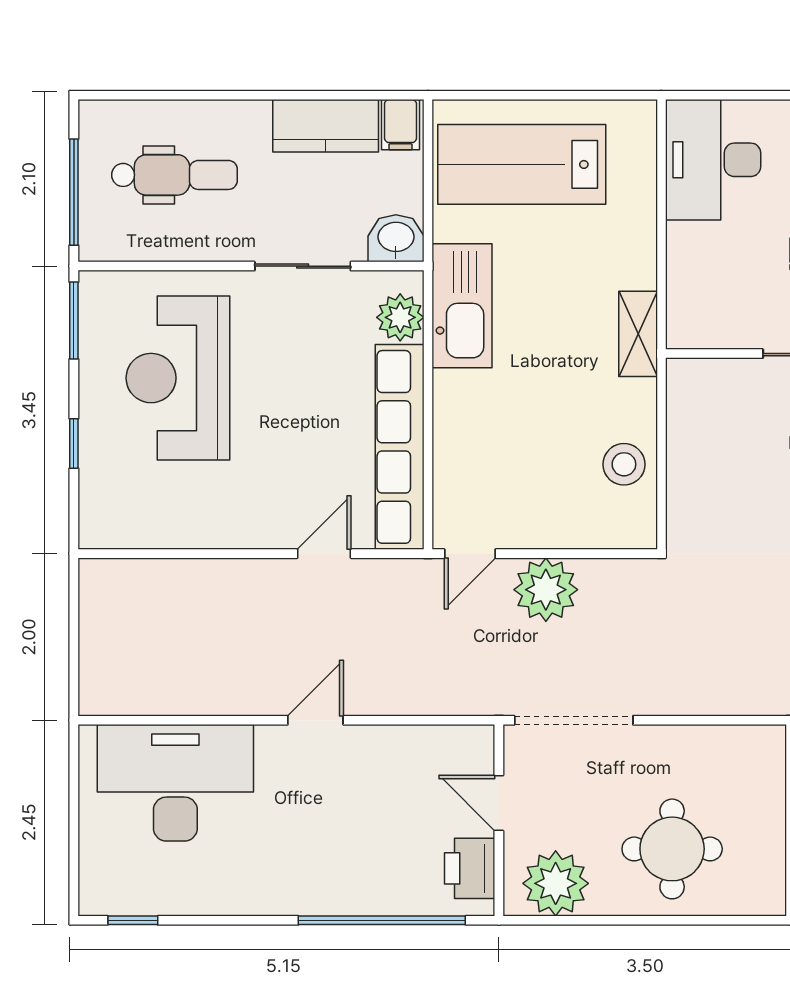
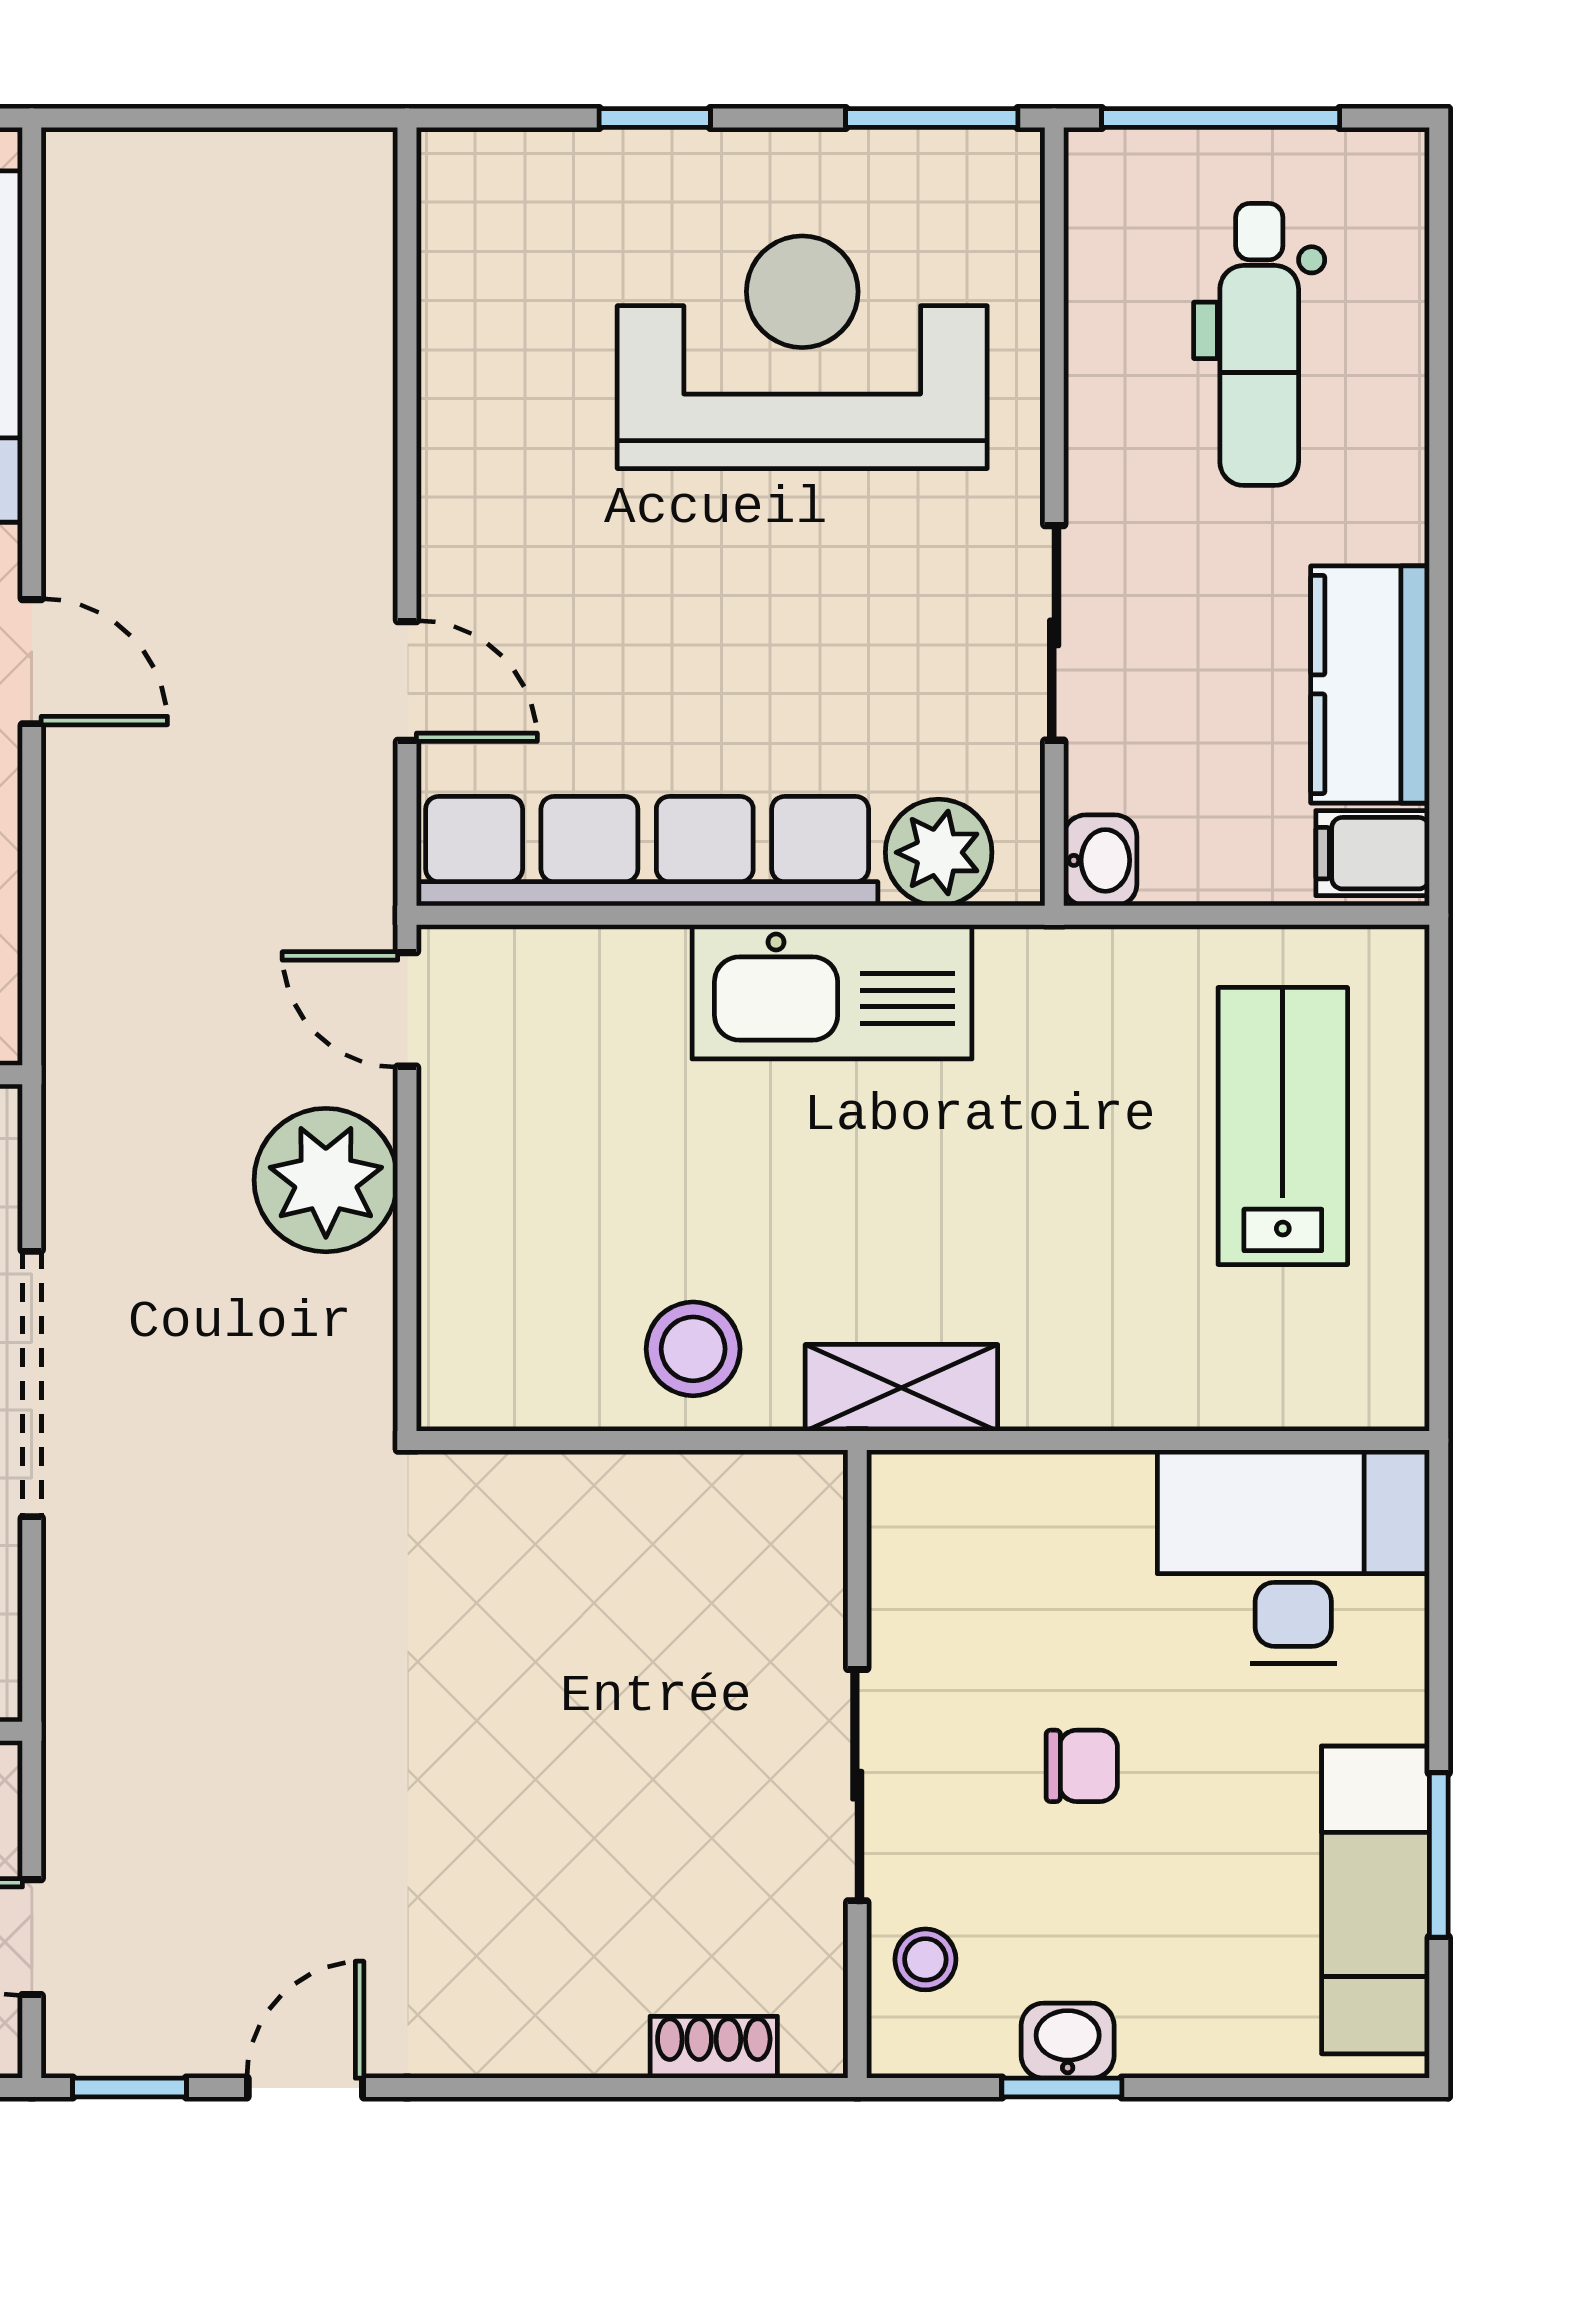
lab bench: (522, 164) -> (1283, 1126), width x0.73, depth x0.72
washbasin: (396, 238) -> (1100, 860), width x0.72, depth x0.69
kitchen sink: (462, 306) -> (832, 992), moved
stool: (624, 464) -> (693, 1349), moved
doorway: (574, 720) -> (32, 1384), moved

